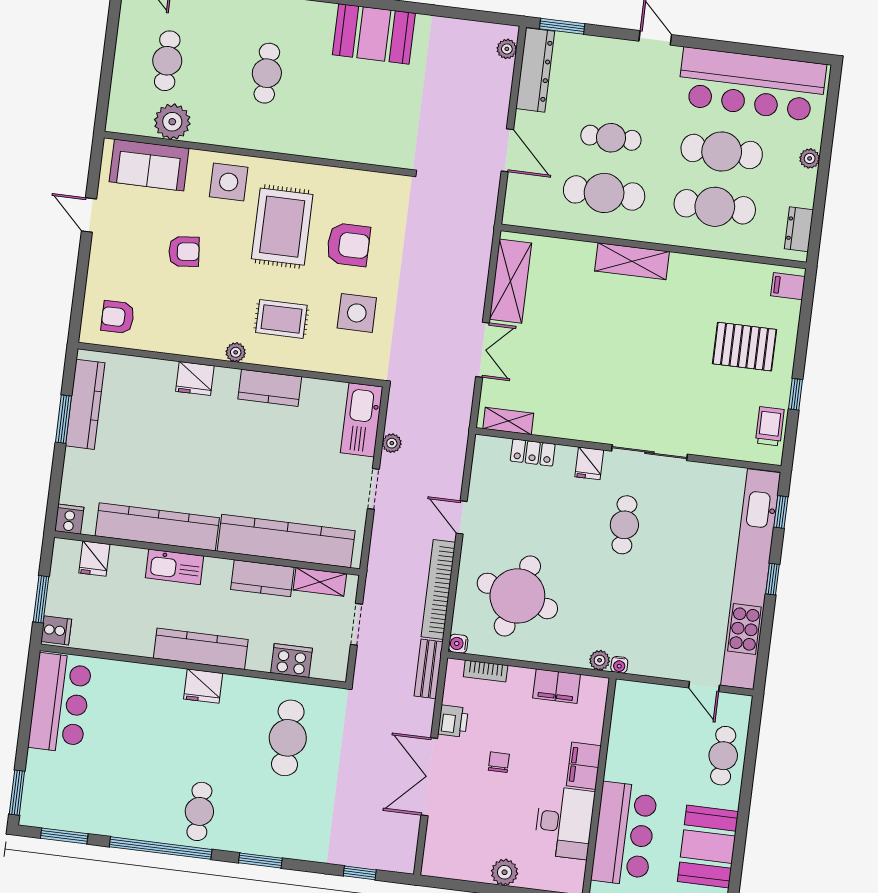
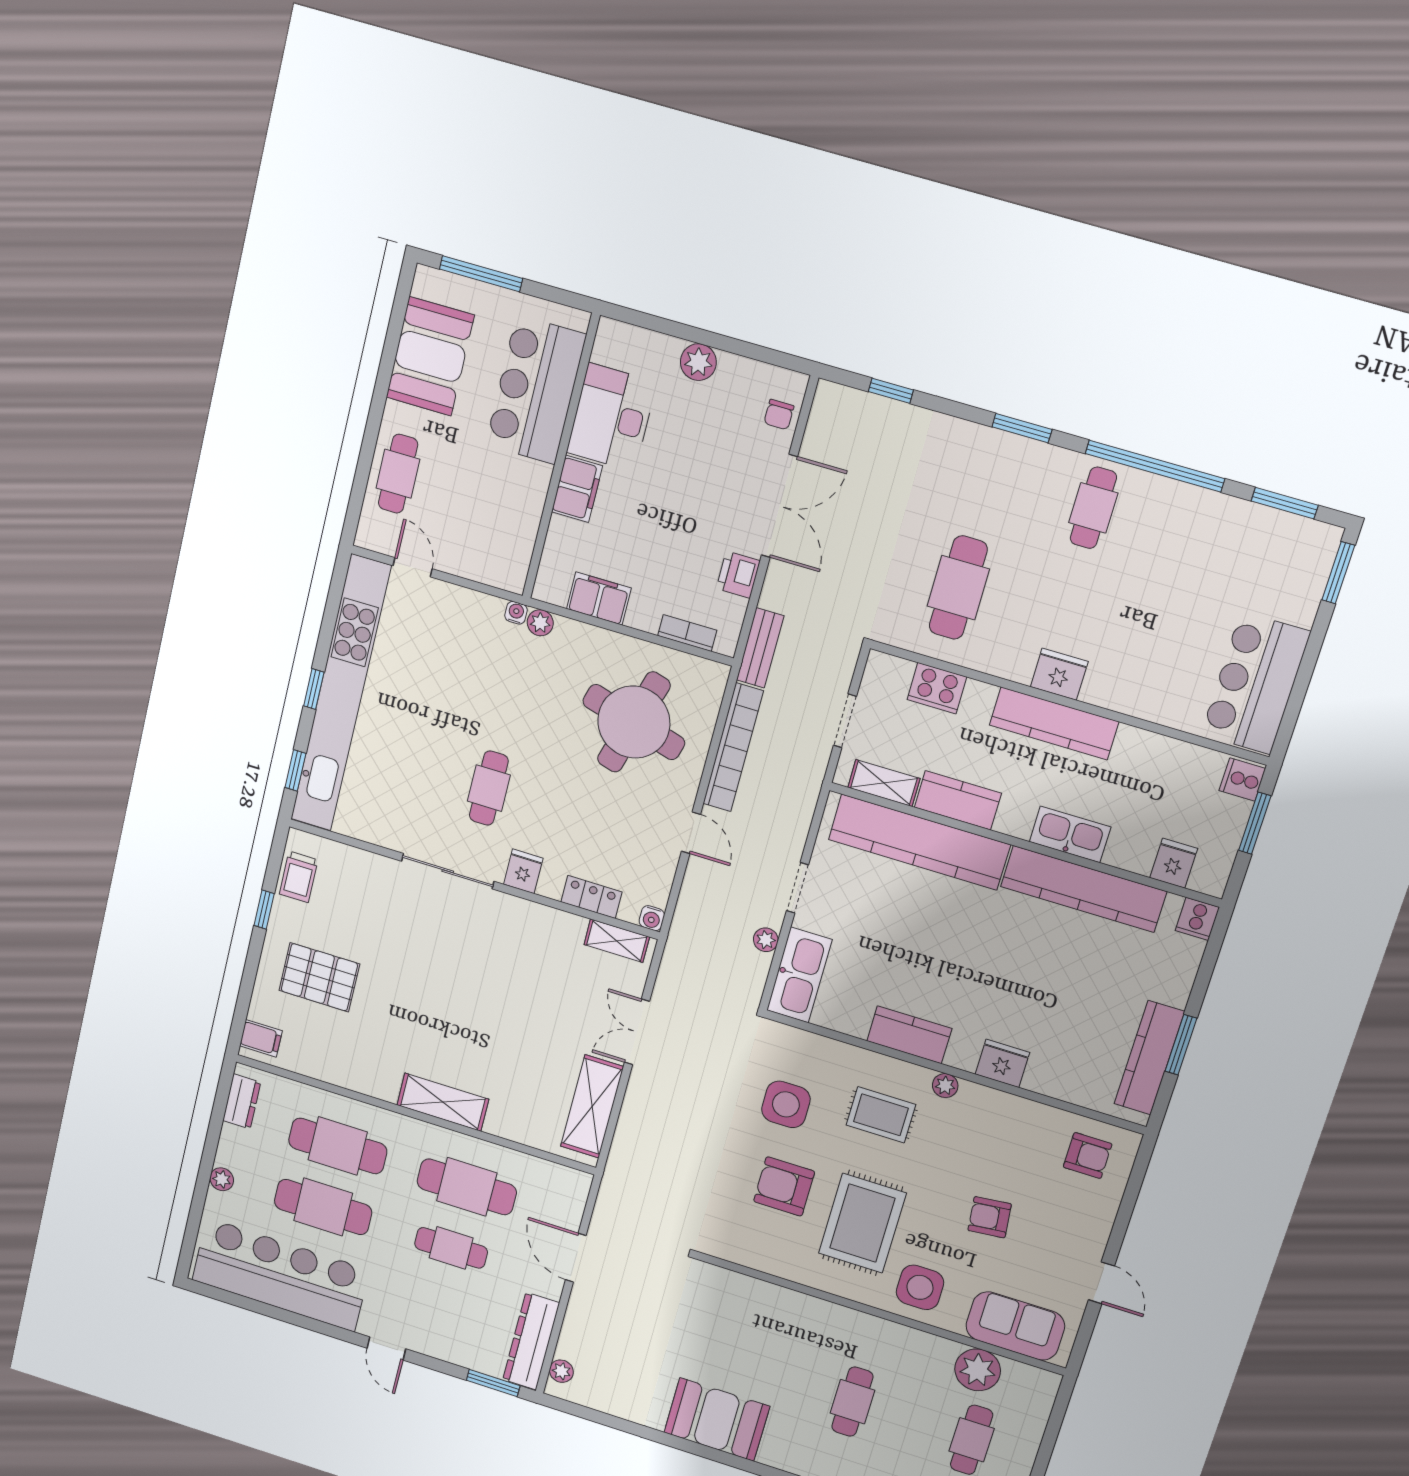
water cooler: (458, 644) -> (652, 918), moved, turned 90
chair: (499, 762) -> (779, 415), moved

